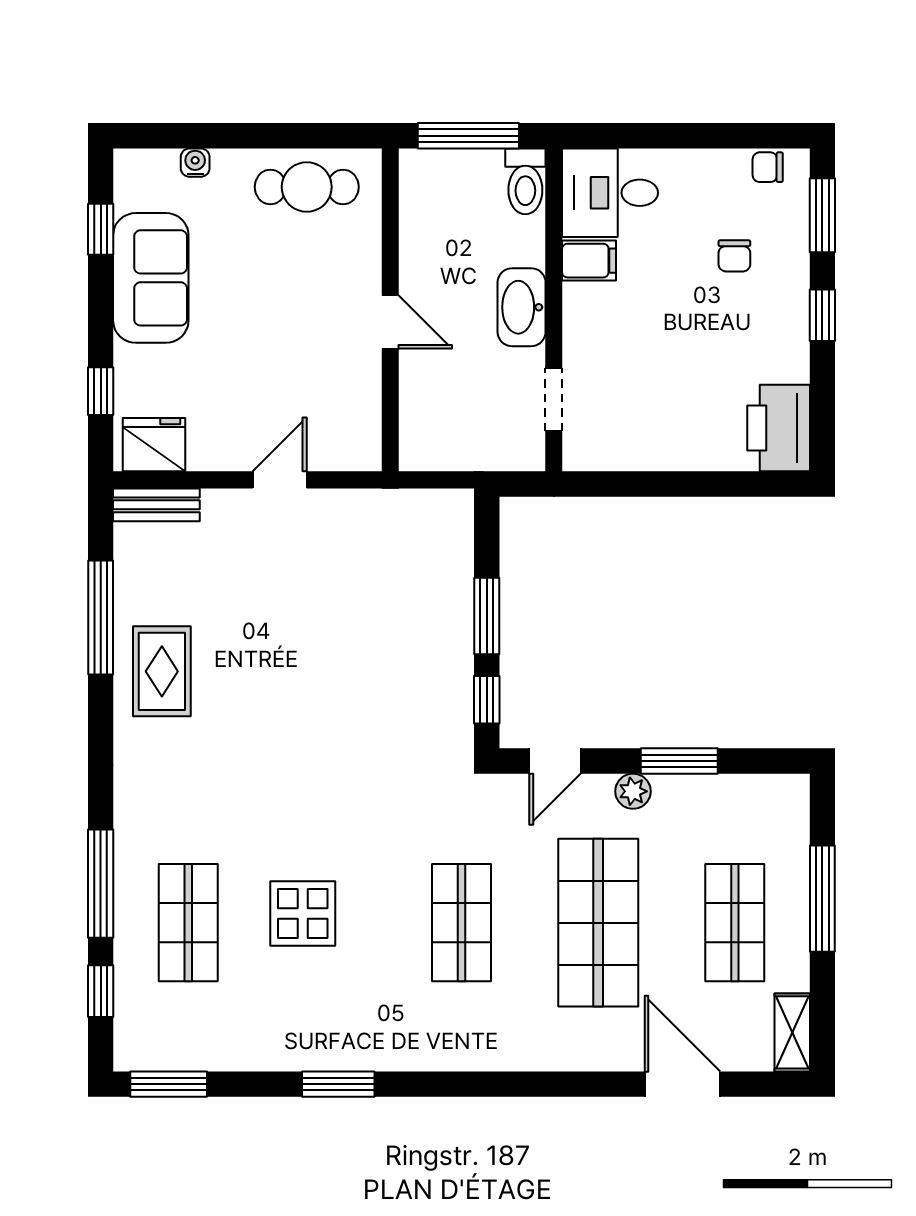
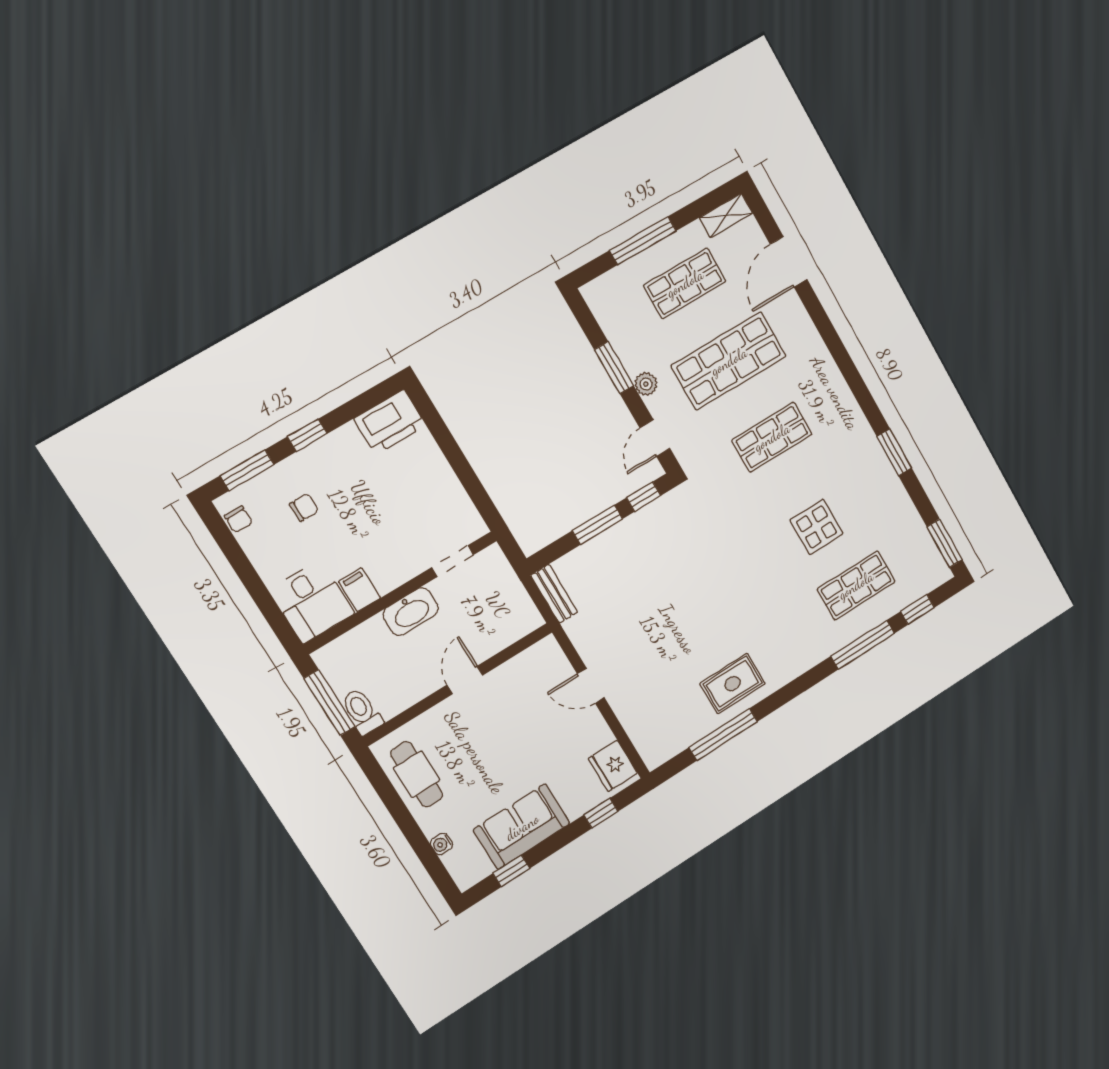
toilet: (525, 181) -> (362, 712), moved, turned -90
bench: (156, 505) -> (554, 594), moved
door: (555, 761) -> (655, 438), swing flipped

